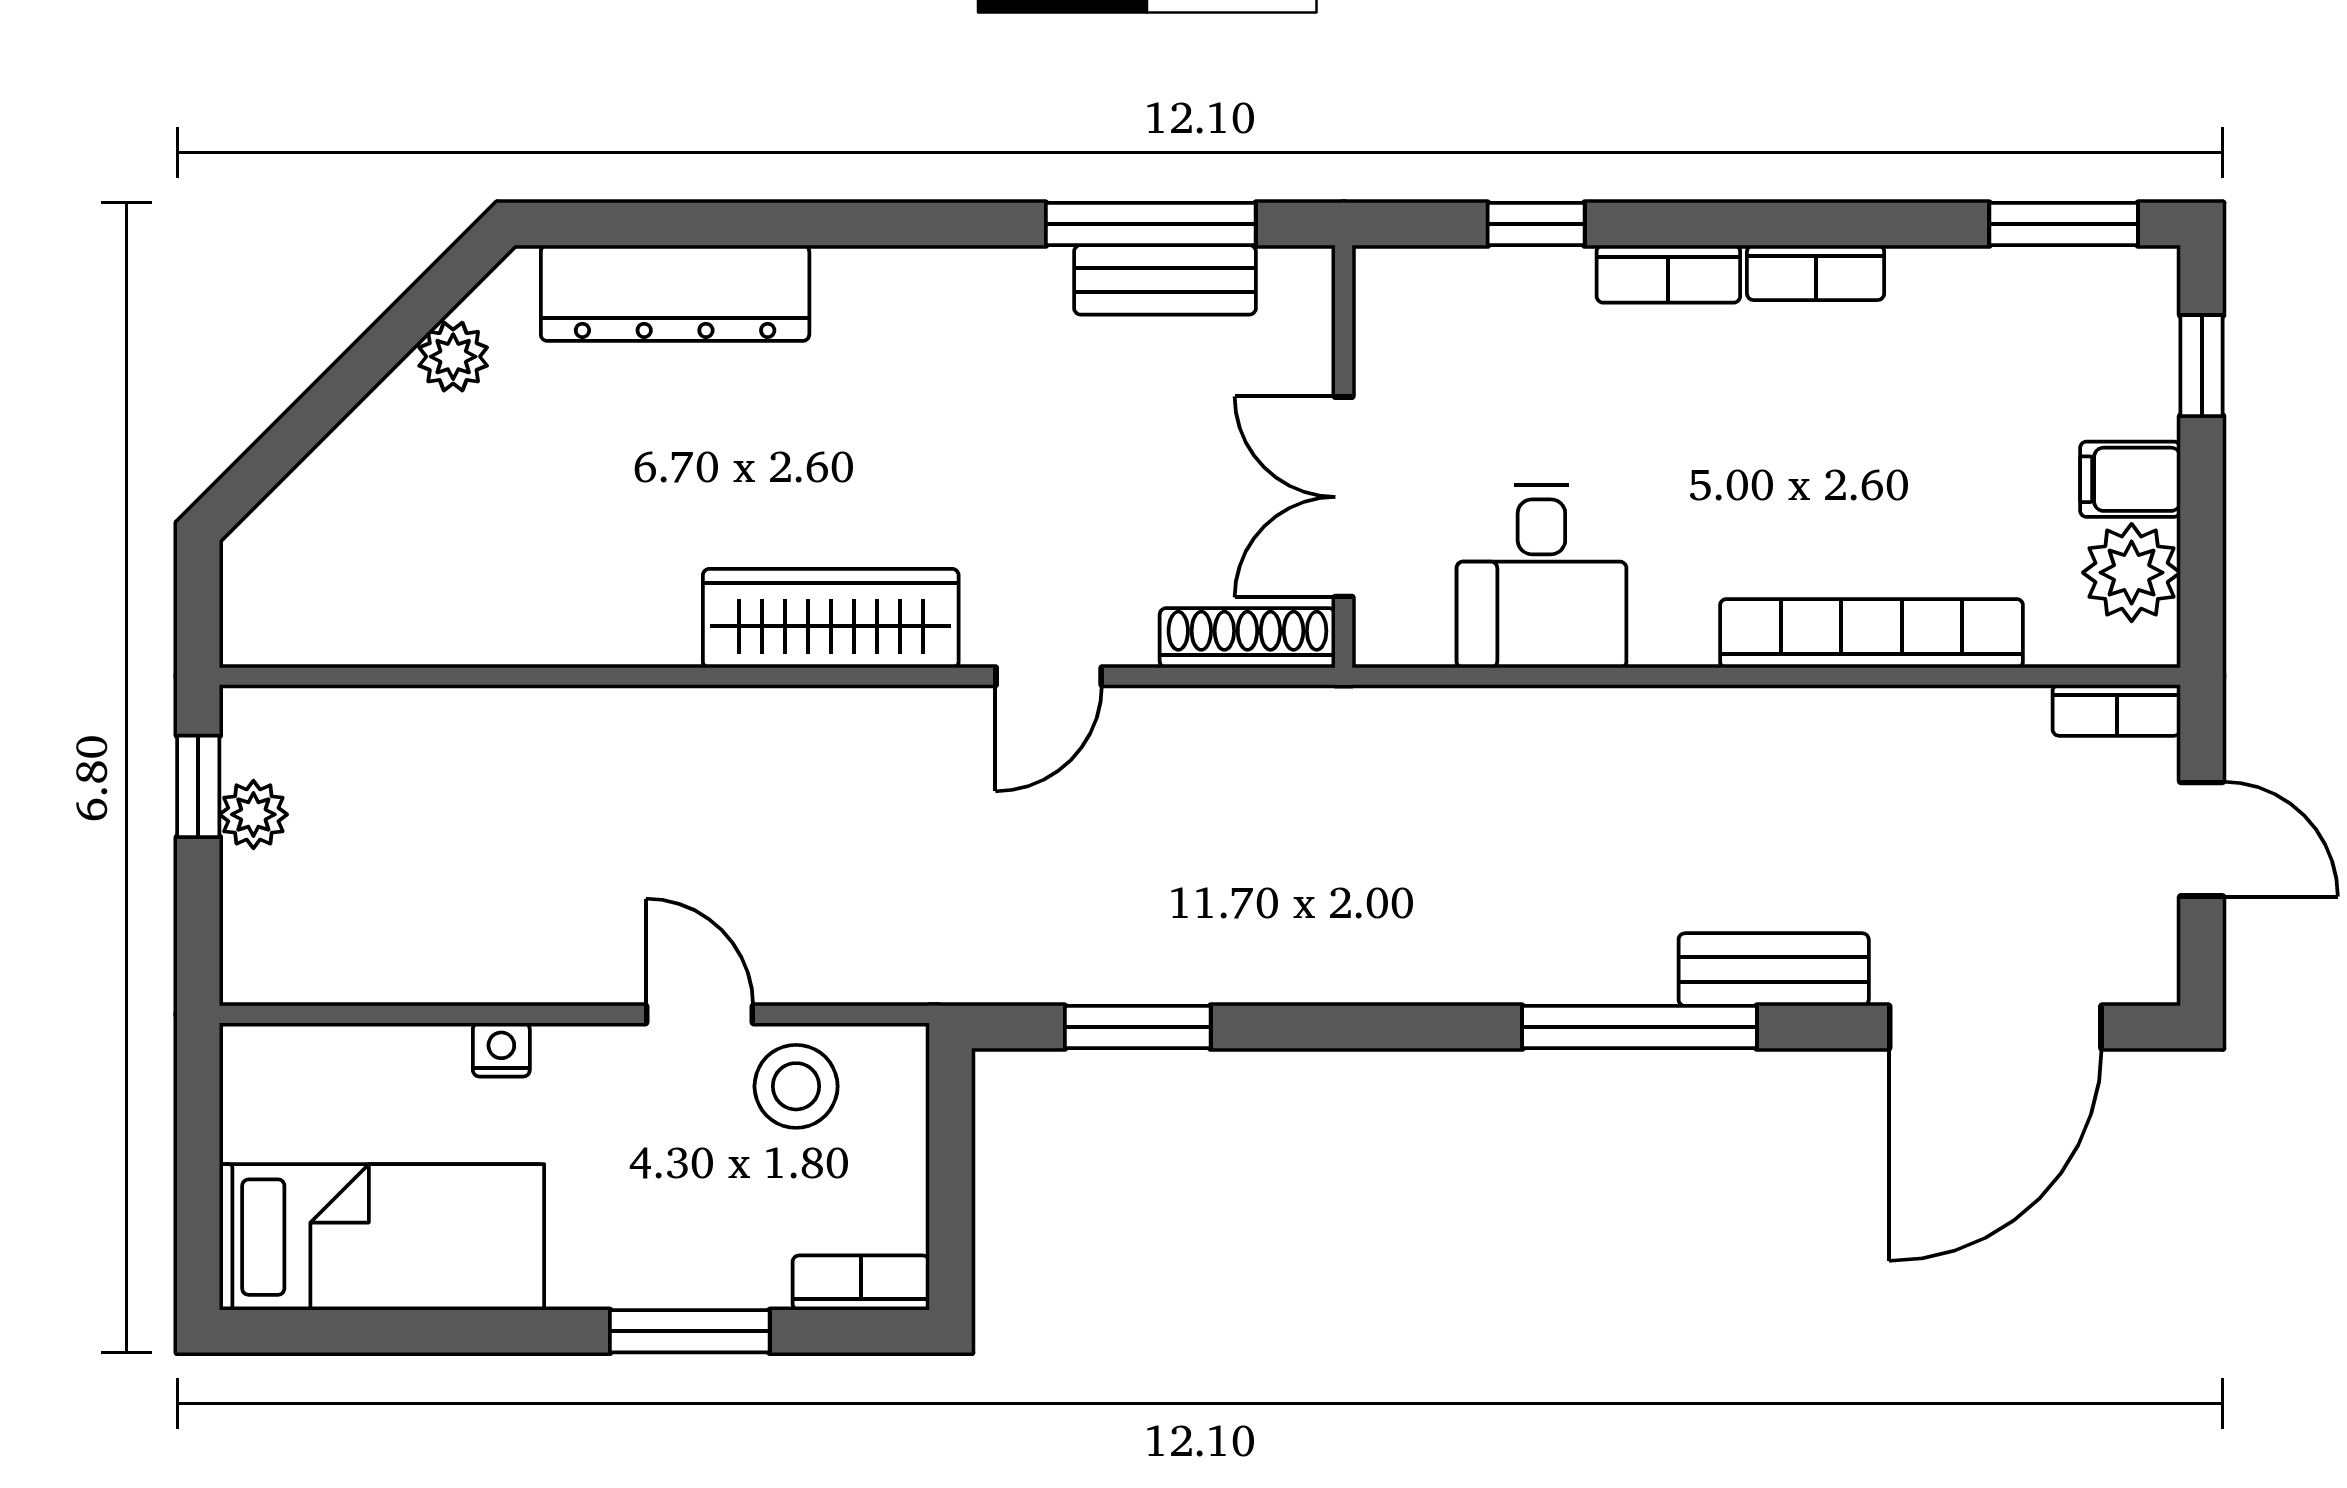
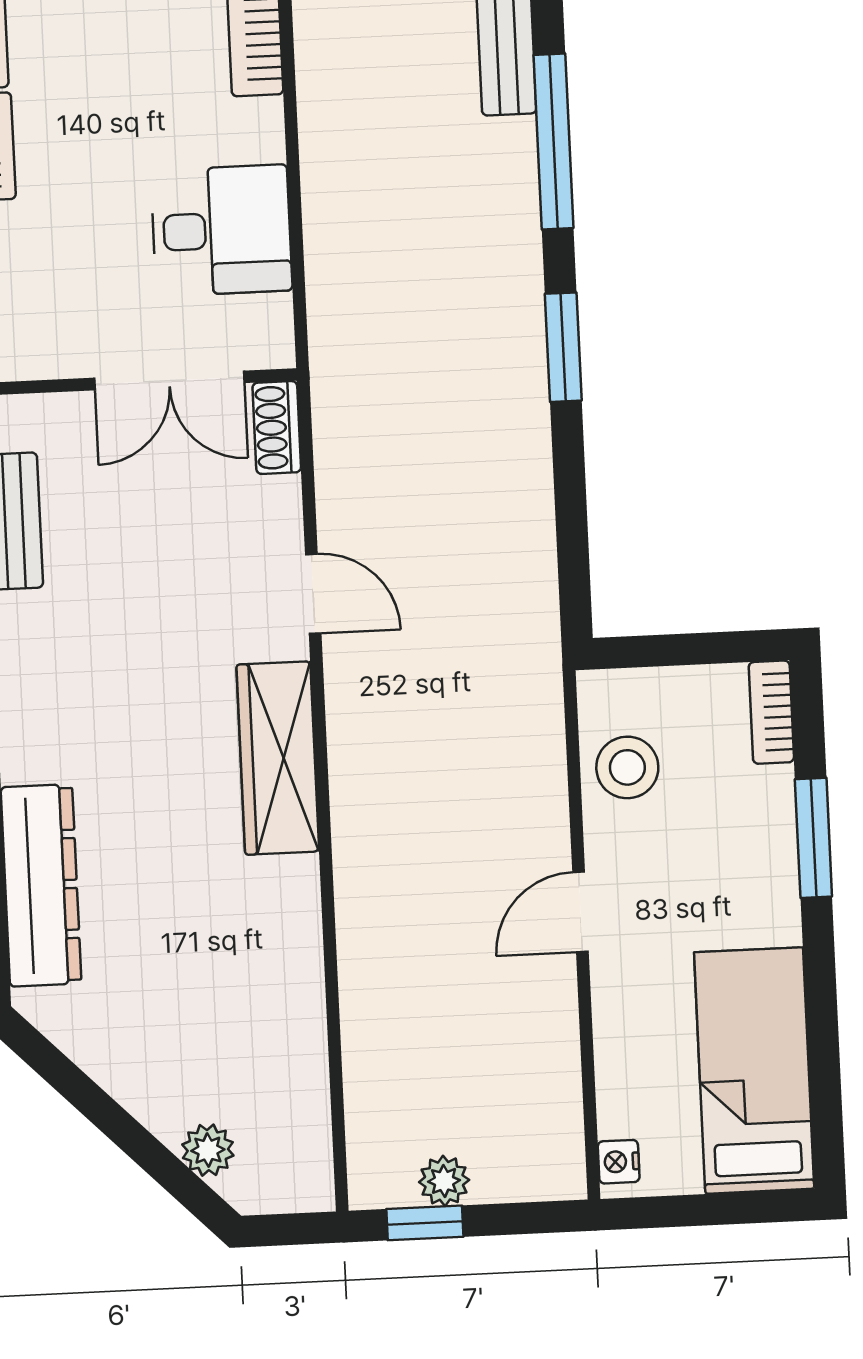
plant: (453, 357) -> (208, 1150), moved
shoe rack: (1247, 638) -> (277, 427), width x0.70
door: (699, 1014) -> (580, 912), moved
window: (1138, 1027) -> (563, 347), moved
nightstand: (501, 1050) -> (619, 1162), moved

